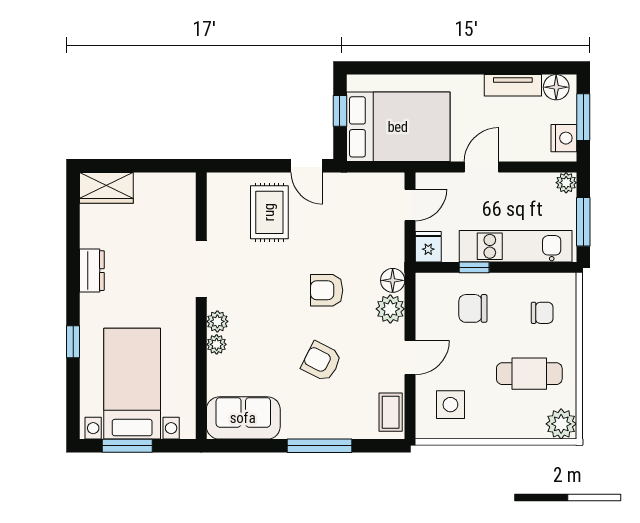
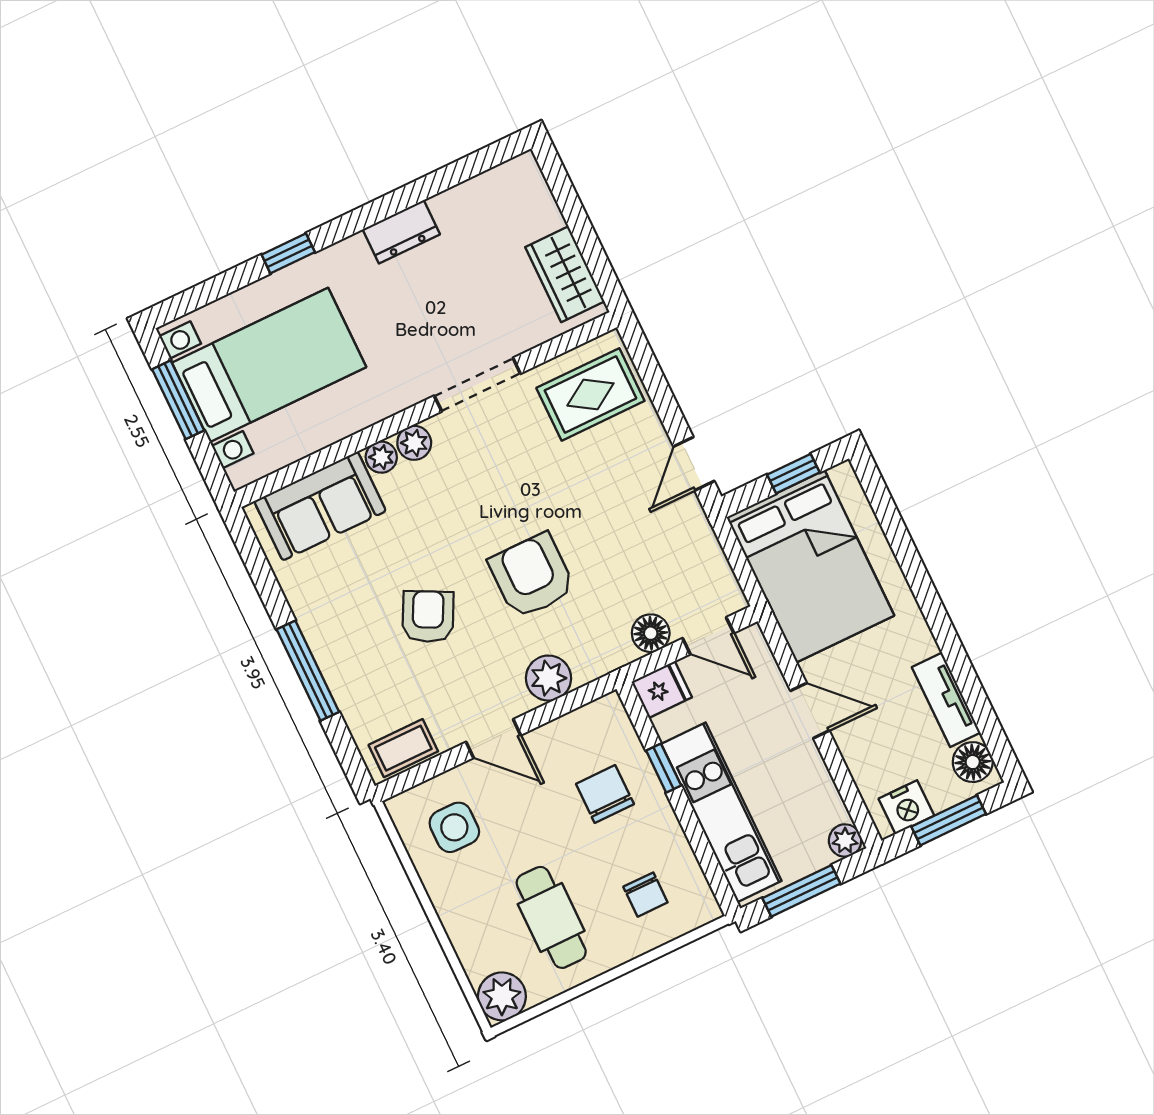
wardrobe: (106, 188) -> (565, 274), moved
rug: (269, 212) -> (590, 394), moved
floor lamp: (393, 280) -> (651, 633), moved
armchair: (327, 290) -> (532, 576), width x1.38, depth x1.38
sofa: (243, 418) -> (320, 506), moved, turned 90

